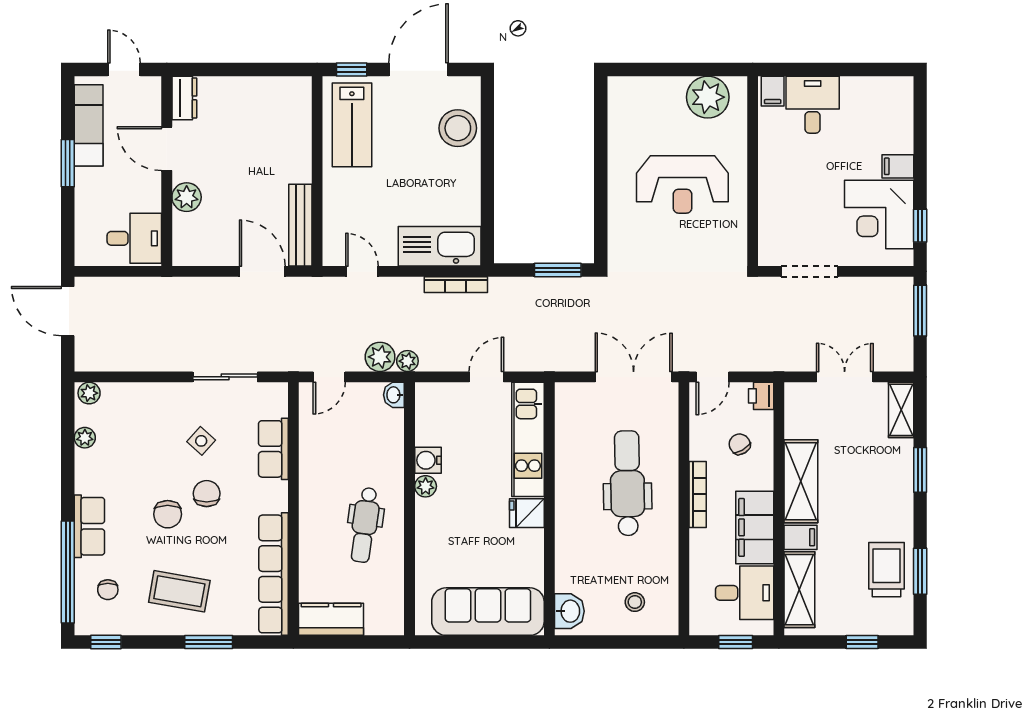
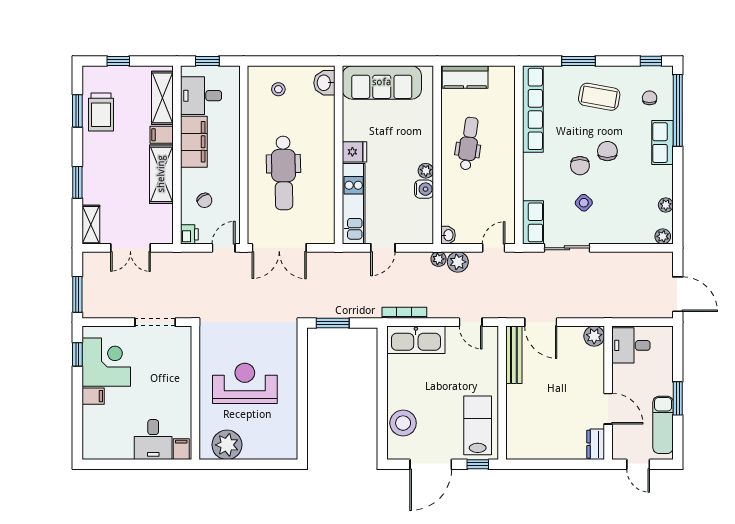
plant: (187, 197) -> (594, 336), moved
row of seats: (273, 449) -> (533, 222), moved
bookcase: (698, 494) -> (234, 165), removed
kitchen counter: (331, 619) -> (465, 77), moved

